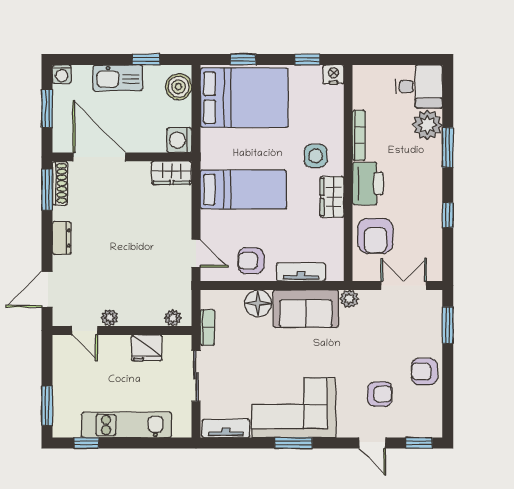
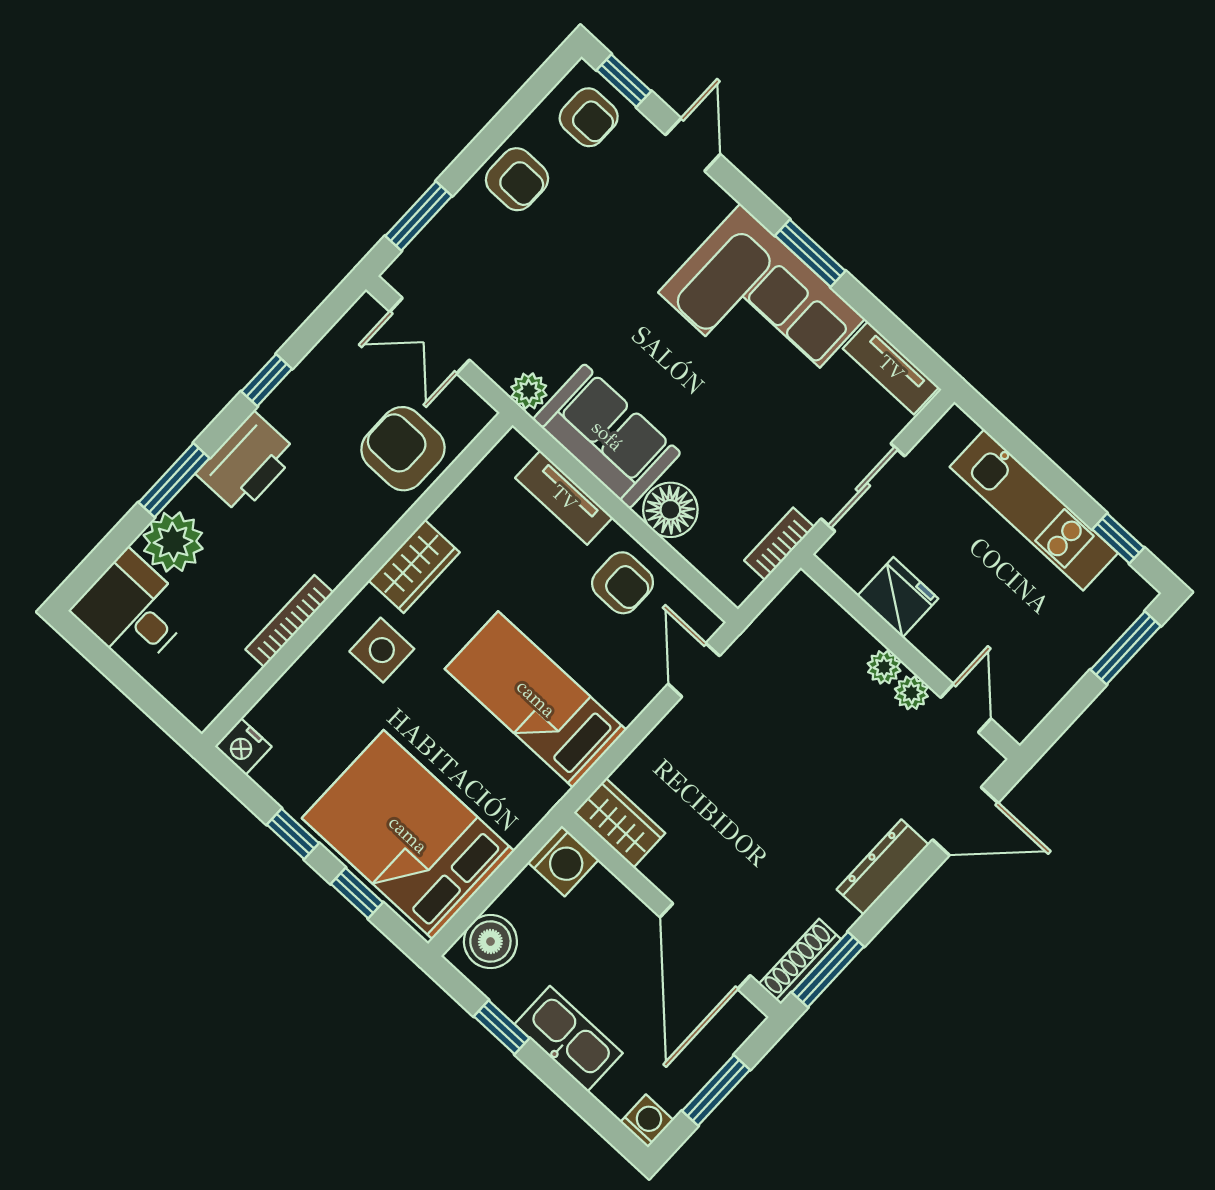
window: (307, 59) -> (293, 834), moved
printer: (368, 183) -> (247, 463), moved, turned 180
armchair: (375, 236) -> (403, 449), turned -90
dresser: (62, 238) -> (883, 867), width x1.44
plant: (173, 318) -> (884, 667), moved
armchair: (380, 394) -> (589, 117), moved, turned 180

